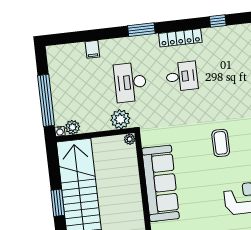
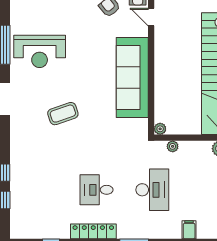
plant: (120, 119) -> (173, 146), width x0.53, depth x0.53
coffee table: (221, 143) -> (63, 114), turned 71

